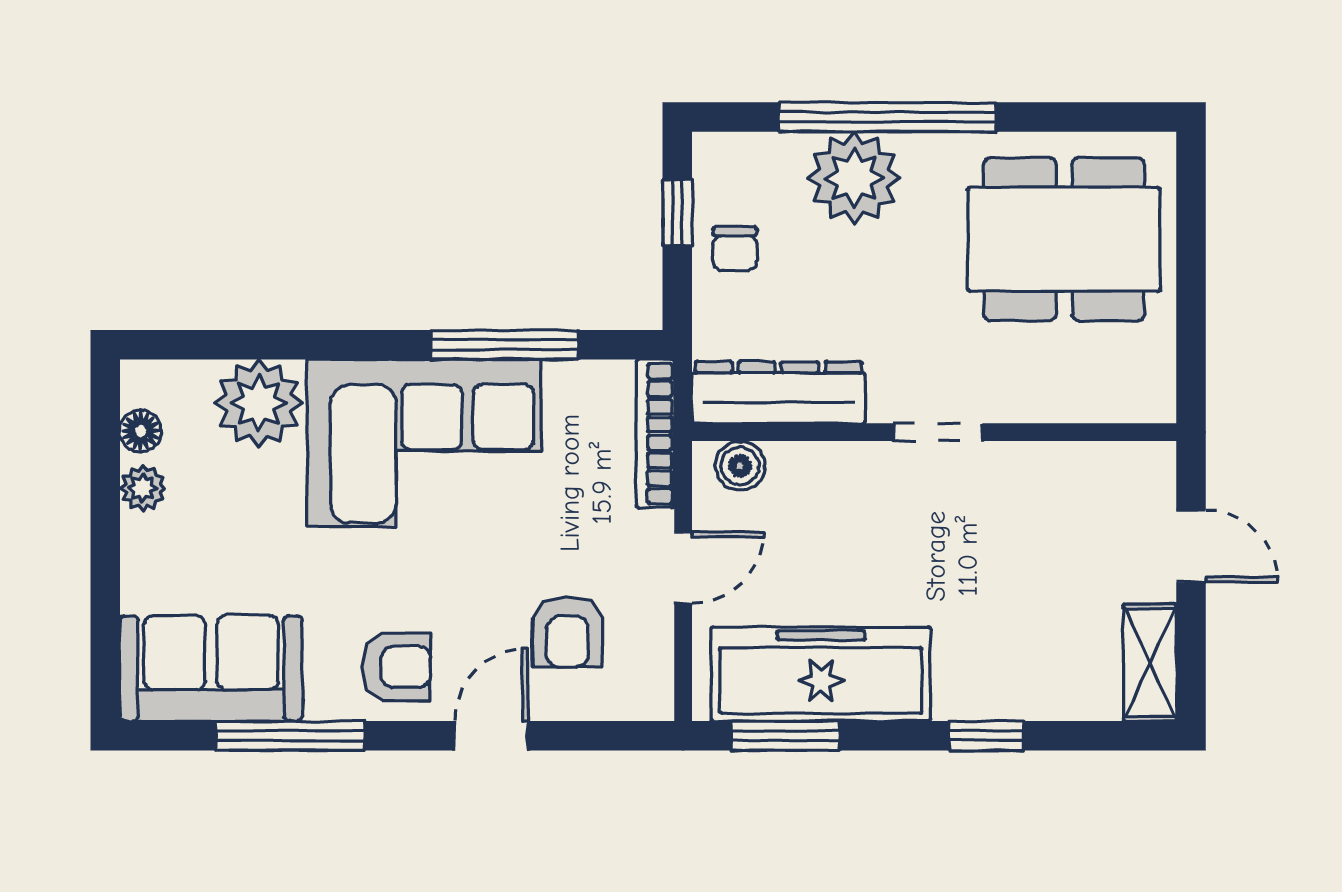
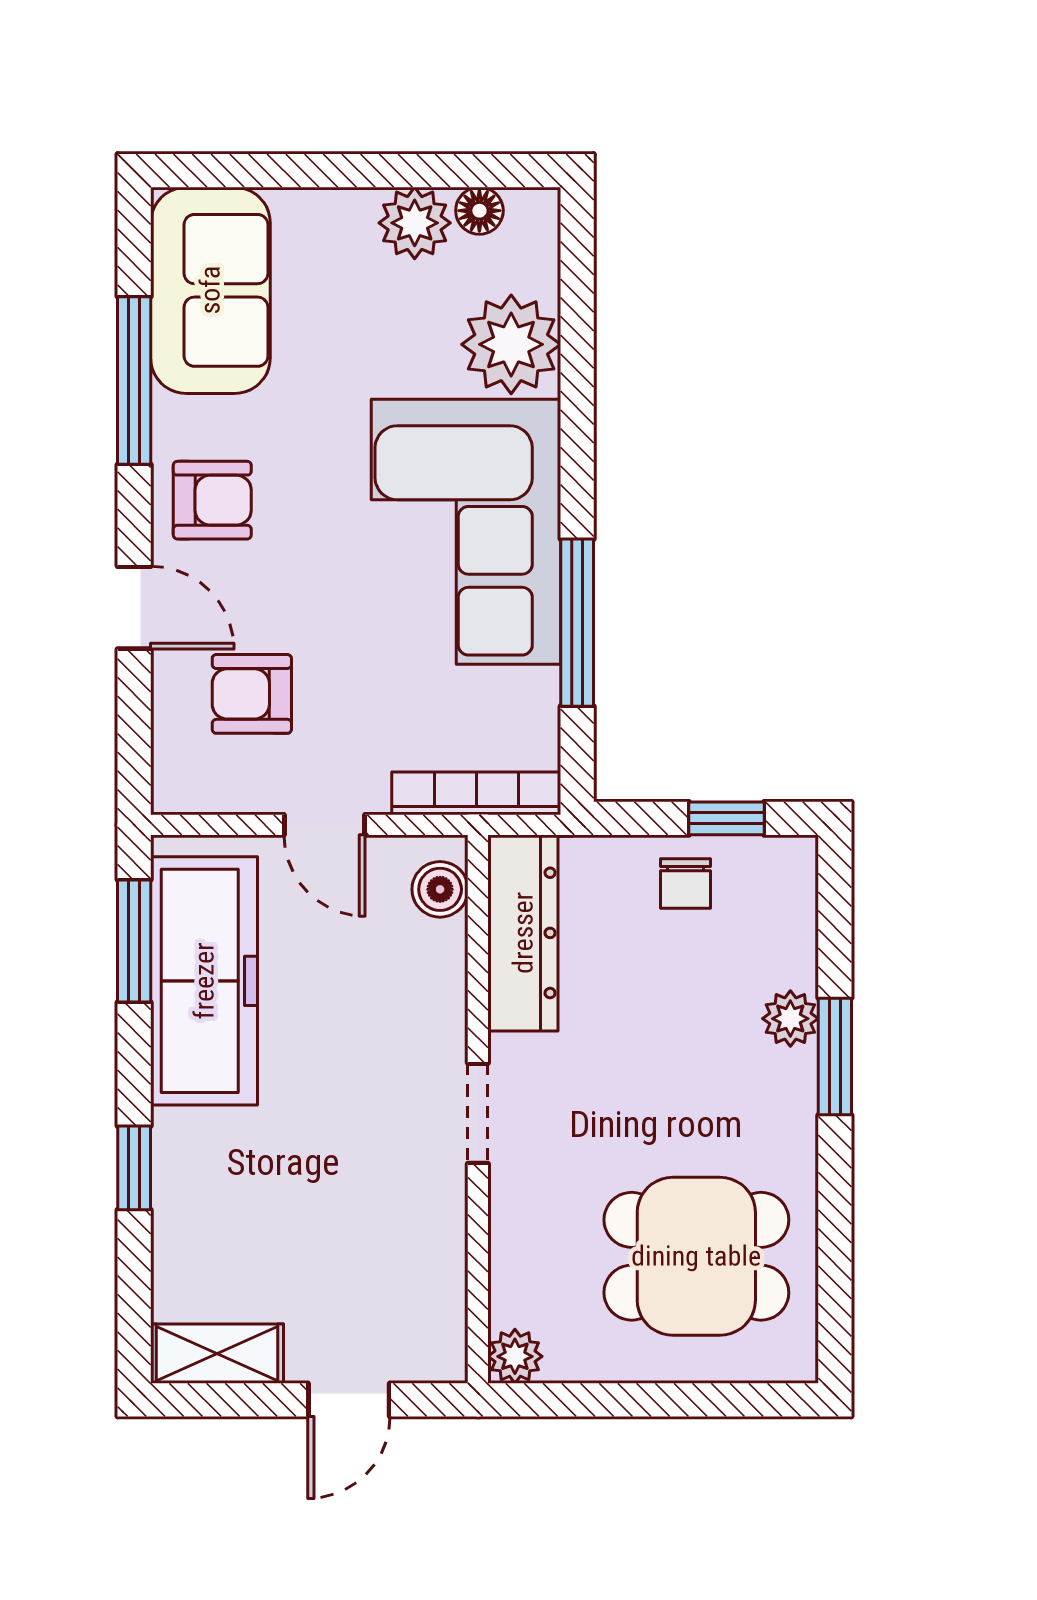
window: (888, 117) -> (835, 1056), width x0.47
plant: (854, 178) -> (790, 1019), width x0.53, depth x0.53
dining table: (1064, 239) -> (696, 1256), width x0.73
chair: (735, 249) -> (685, 883), turned -90
plant: (1152, 400) -> (515, 1356), added
plant: (143, 488) -> (415, 223), width x1.38, depth x1.38
armchair: (396, 667) -> (212, 500), turned -90

